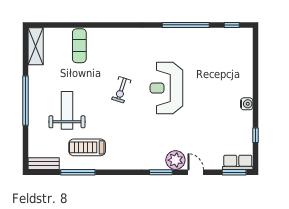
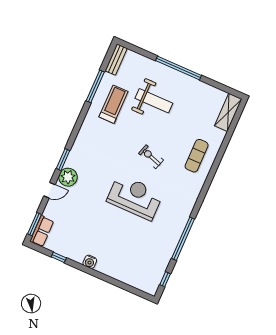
shelving: (36, 46) -> (228, 112), moved, turned 90
exercise mat: (79, 46) -> (197, 156), moved, turned 90

